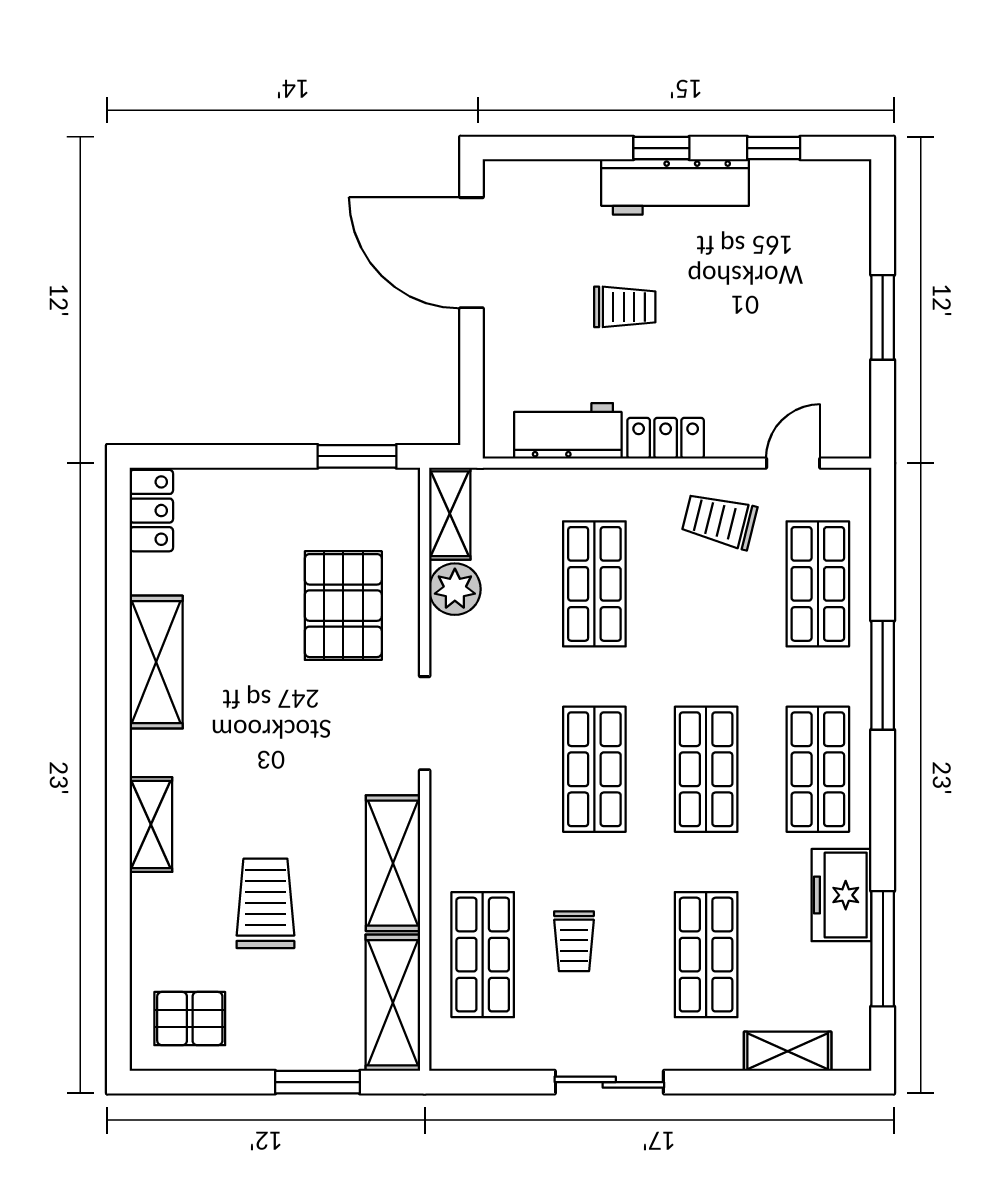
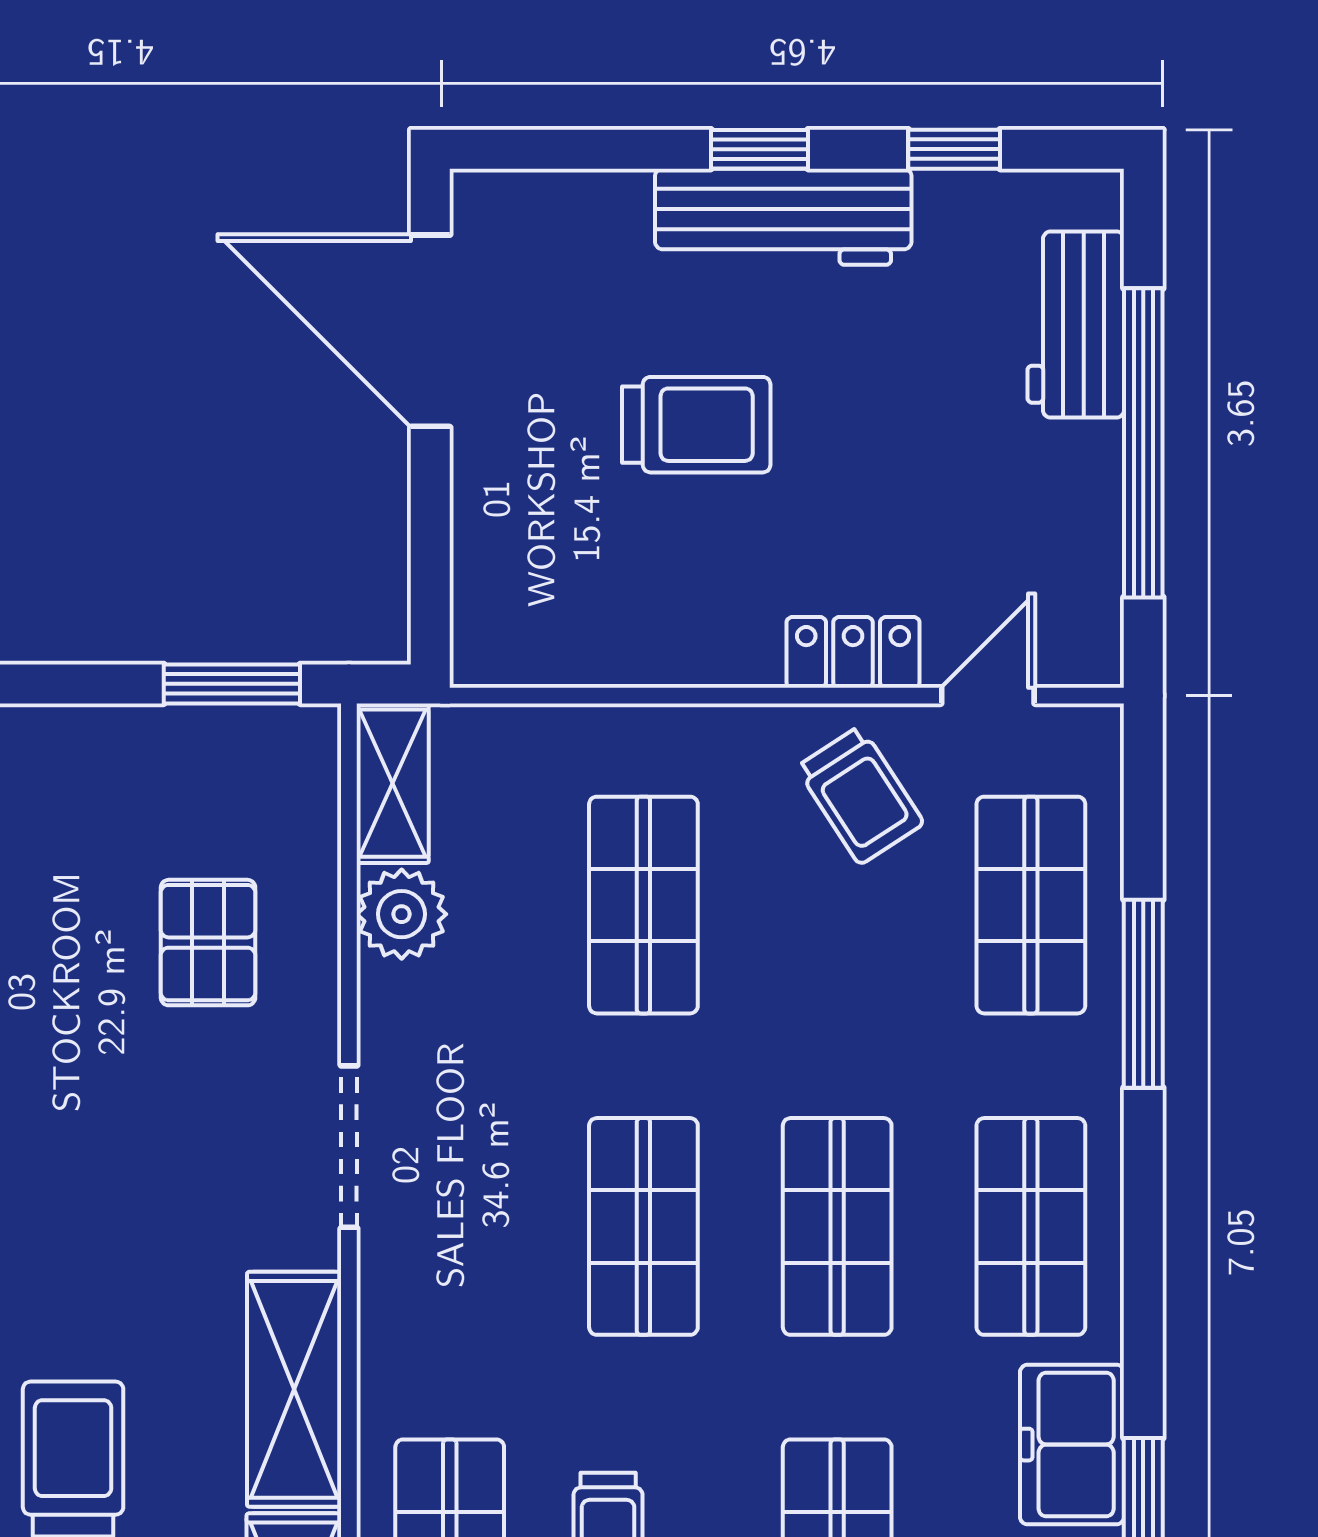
trolley: (625, 307) -> (696, 425), width x1.36, depth x1.39
window: (883, 317) -> (1143, 443), width x2.11
workbench: (568, 431) -> (1076, 325), moved, turned -90
locker: (666, 438) -> (853, 652), moved
trolley: (719, 521) -> (860, 795), turned -137
pallet: (343, 606) -> (208, 943), width x0.67, depth x0.71
window: (883, 675) -> (1143, 994), moved

